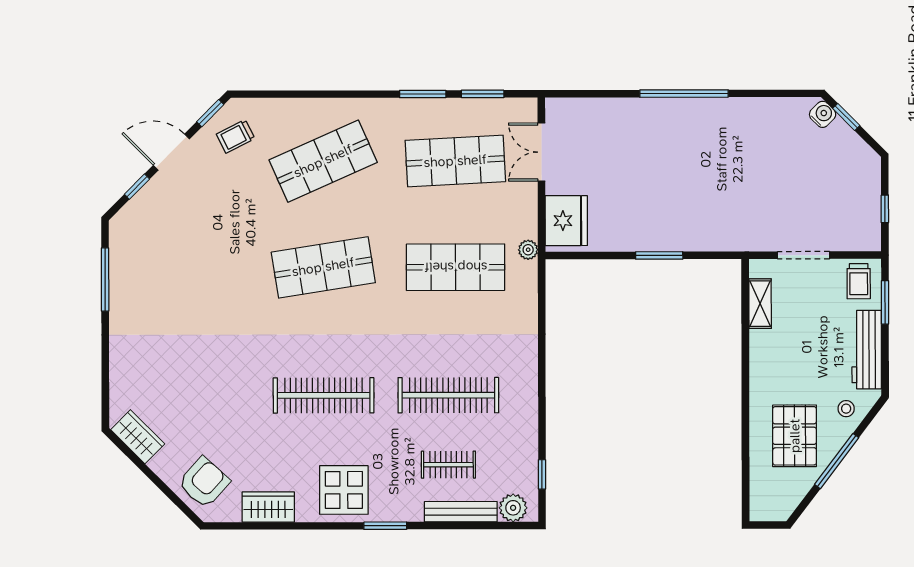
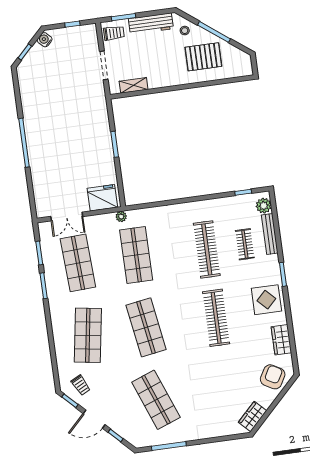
water cooler: (823, 114) -> (45, 40), moved
door: (171, 152) -> (94, 419), hinge flipped
shop shelf: (323, 161) -> (88, 335), turned 33
shop shelf: (191, 268) -> (156, 400), added
armchair: (204, 482) -> (273, 377), turned 77

